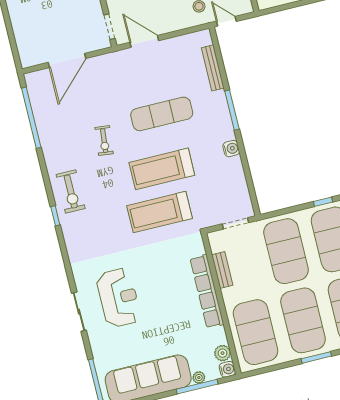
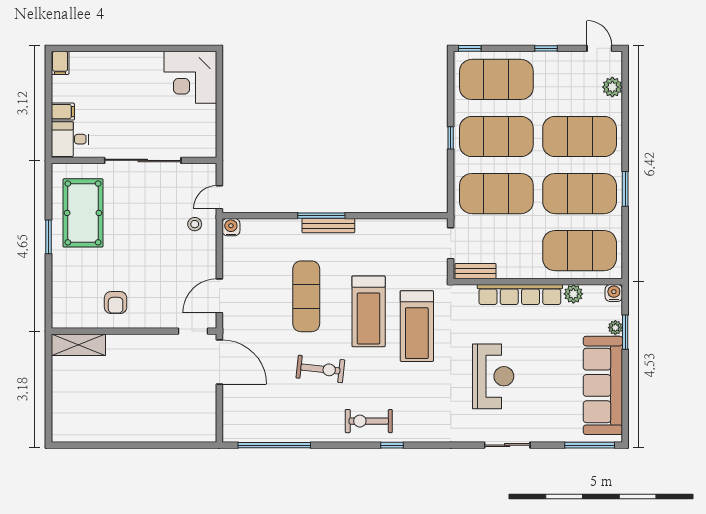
door: (67, 60) -> (219, 362), moved
bench: (213, 68) -> (328, 226), moved
exercise bike: (104, 141) -> (320, 369), width x1.38, depth x1.39
water cooler: (231, 149) -> (231, 227), moved
exercise bike: (71, 191) -> (369, 421), turned 180
bench: (222, 270) -> (475, 271), moved
reception desk: (119, 298) -> (493, 376), moved, turned 90
plant: (223, 353) -> (573, 294), moved
window: (197, 387) -> (625, 332), width x0.69

